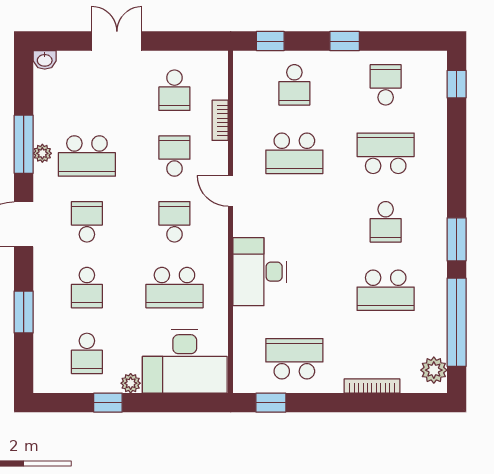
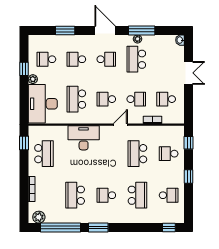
school desk: (174, 222) -> (106, 99), turned 180

